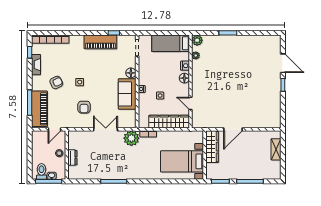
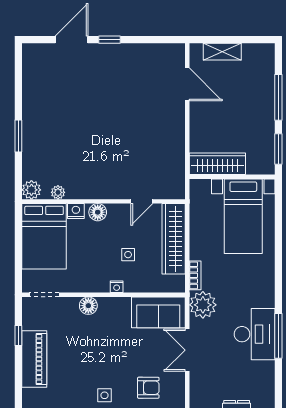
bed: (171, 43) -> (44, 236), width x1.50
sofa: (127, 94) -> (158, 312), moved
door: (233, 129) -> (187, 84), moved
desk: (115, 168) -> (255, 334), added

